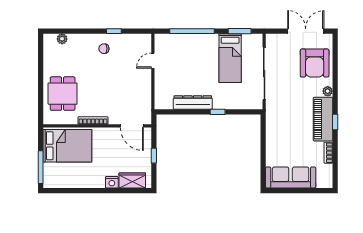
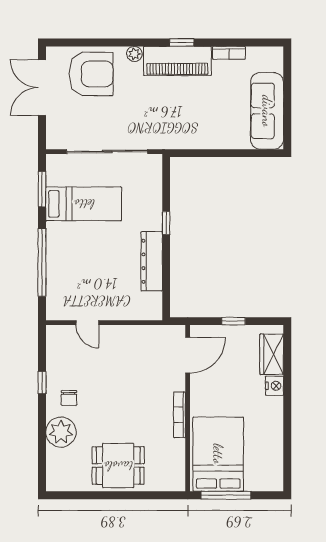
plant: (62, 39) -> (61, 432), moved, width x1.87, depth x1.87
dining table: (63, 94) -> (118, 466), moved
window: (41, 167) -> (226, 495), moved

